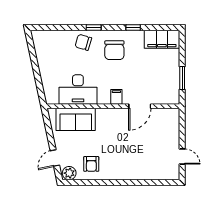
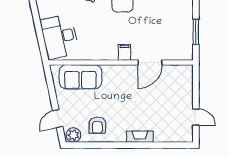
desk: (78, 89) -> (60, 37), moved, turned 78
fireplace: (130, 175) -> (140, 137), added

